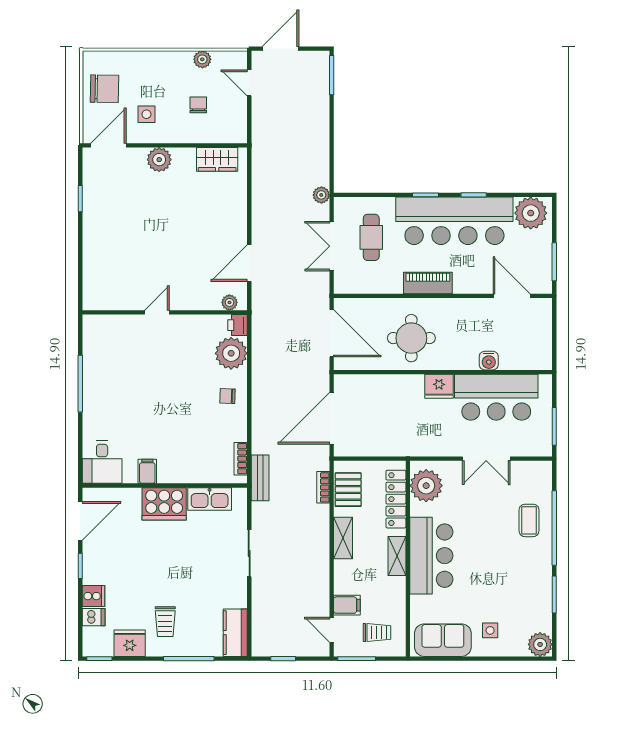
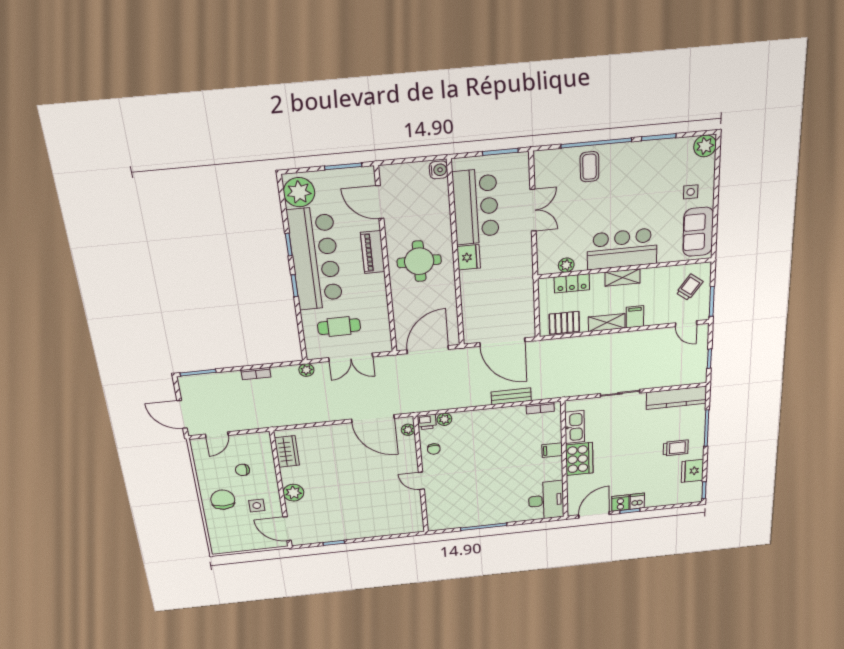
plant: (202, 59) -> (203, 471), removed
chair: (105, 89) -> (223, 500), moved
door: (249, 263) -> (373, 419), width x1.36
piano: (428, 283) -> (373, 252), moved
door: (512, 296) -> (380, 202), hinge flipped
round table: (411, 338) -> (419, 261), moved
plant: (231, 353) -> (444, 419), width x0.53, depth x0.53
water cooler: (489, 361) -> (439, 170), moved
chair: (227, 396) -> (434, 449), moved
desk: (102, 462) -> (546, 500), width x1.37
filing cabinet: (147, 471) -> (552, 450), moved
bench: (260, 478) -> (511, 396), moved
plant: (426, 486) -> (566, 265), width x0.53, depth x0.53
bookcase: (323, 487) -> (256, 374), moved
locker: (396, 499) -> (572, 283), width x0.66
coffee table: (529, 520) -> (590, 167), turned 90
door: (80, 521) -> (594, 515), hinge flipped
cooker: (93, 596) -> (620, 503), moved
filing cabinet: (347, 605) -> (635, 317), moved
dishwasher: (94, 617) -> (637, 501), moved
door: (332, 630) -> (686, 324), hinge flipped
trolley: (377, 632) -> (690, 287), turned 37
kitchen counter: (235, 633) -> (676, 398), width x1.50

